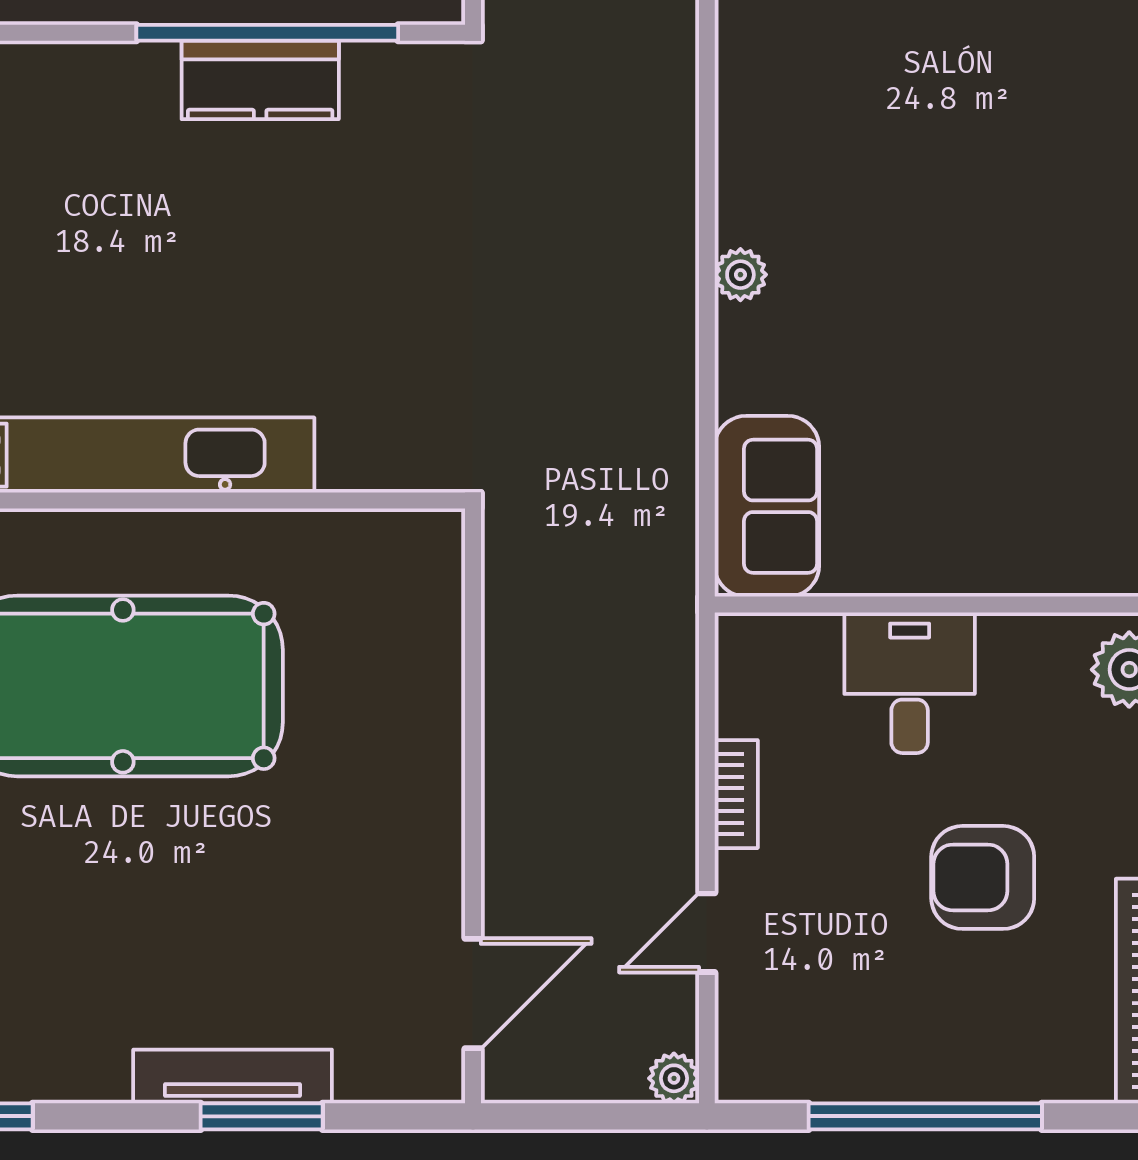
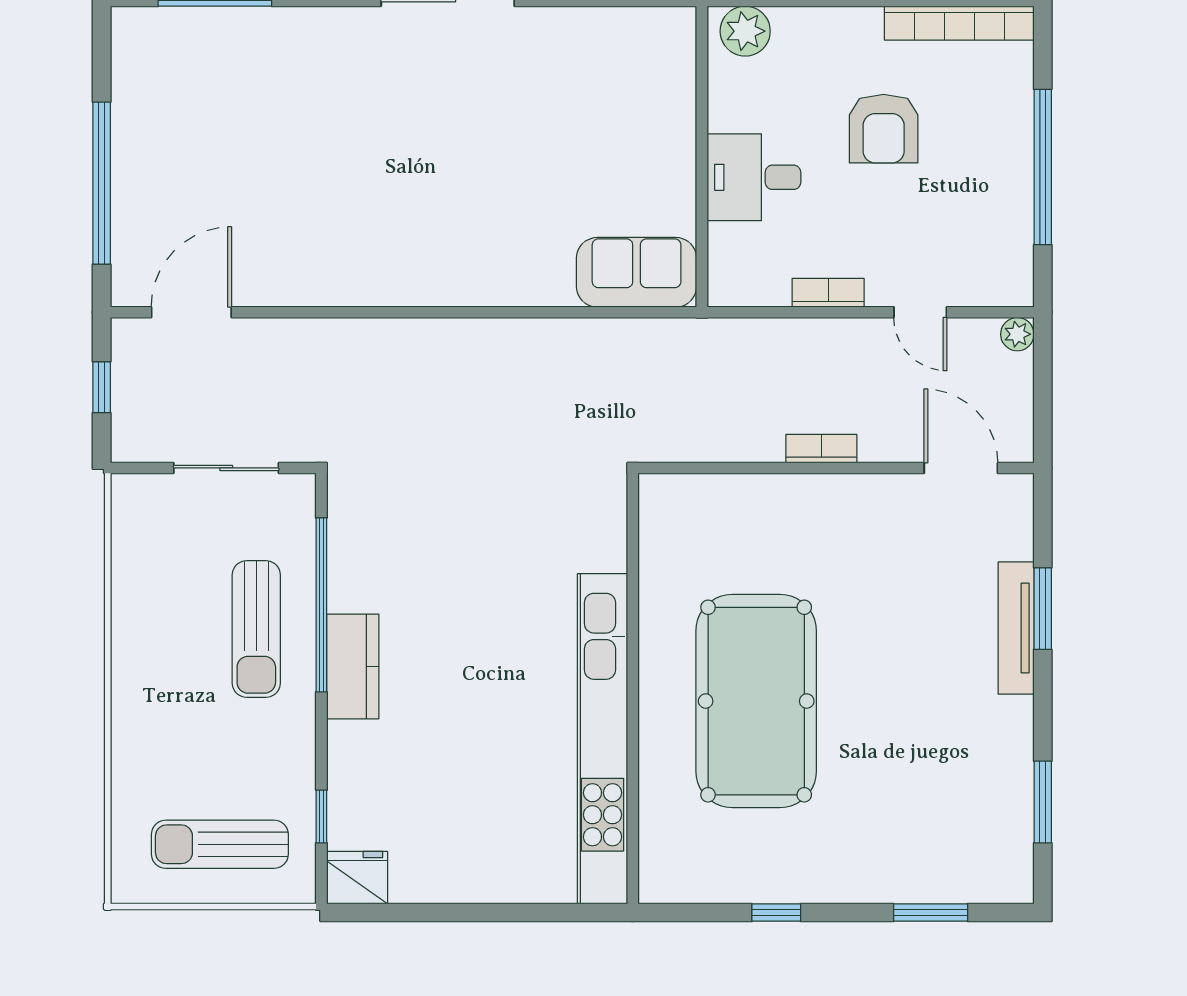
kitchen counter: (260, 80) -> (353, 666), moved
plant: (740, 275) -> (482, 290), removed
bookcase: (502, 784) -> (821, 449), added

